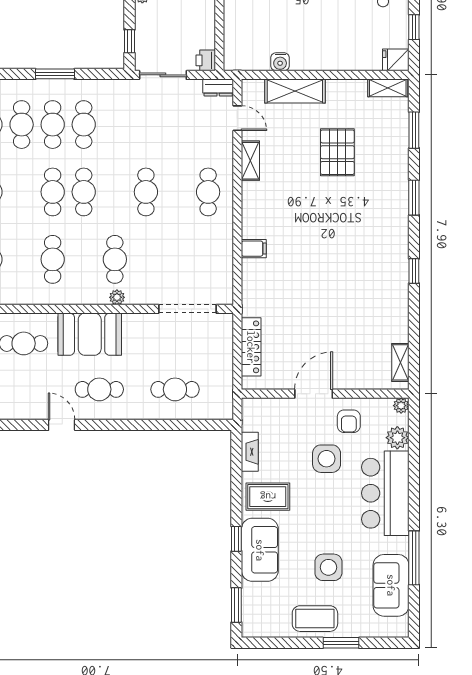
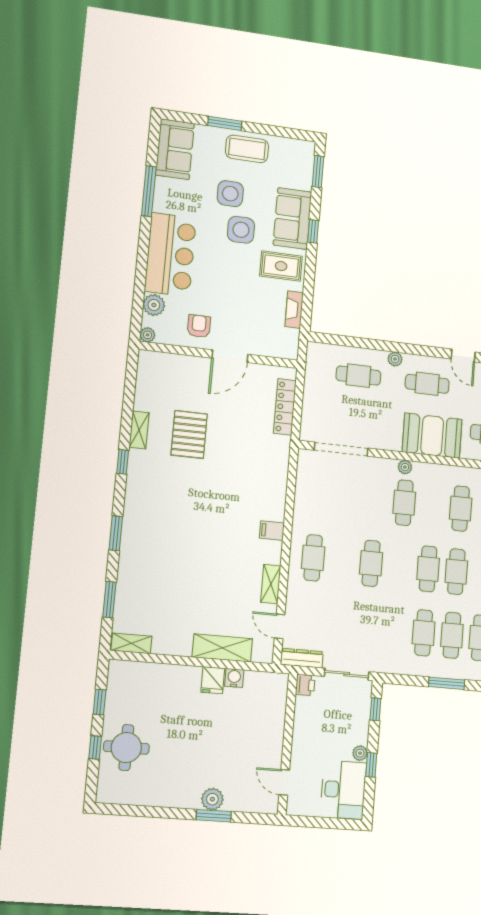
fridge: (396, 60) -> (213, 680), moved, turned 90
dresser: (218, 88) -> (302, 658), width x1.44
pallet: (337, 152) -> (189, 434), moved
filing cabinet: (254, 249) -> (272, 531), moved
shelving: (400, 362) -> (139, 430), moved
plant: (137, 412) -> (395, 359), added
side table: (327, 459) -> (241, 230), moved
sofa: (391, 585) -> (175, 149), moved

